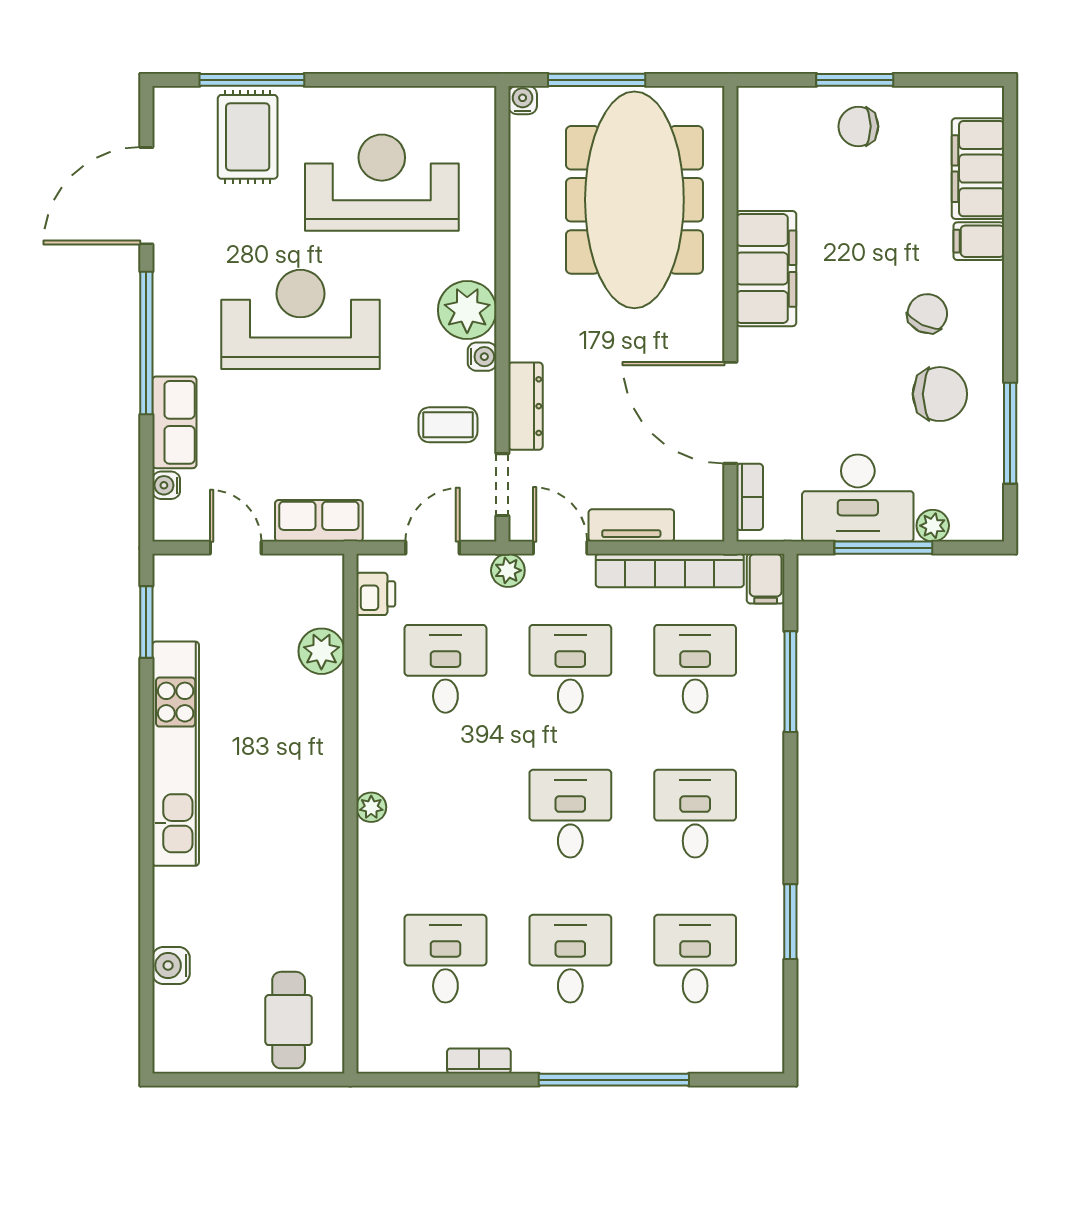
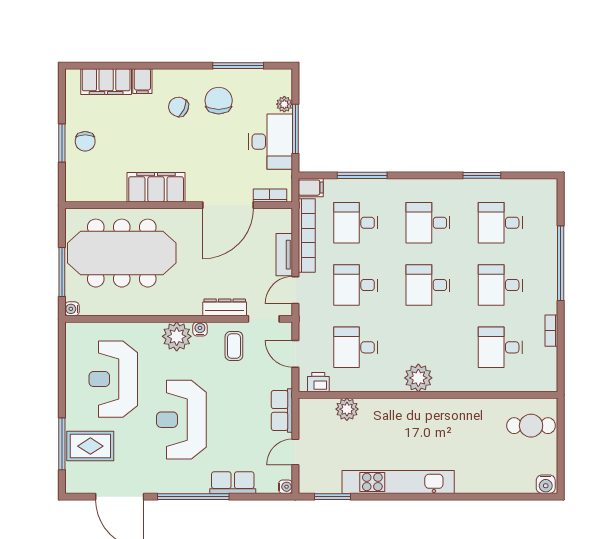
water cooler: (166, 485) -> (285, 487), moved, turned -90
plant: (508, 570) -> (307, 316), removed
plant: (371, 807) -> (418, 378), width x1.87, depth x1.87
water cooler: (171, 965) -> (546, 484), moved

